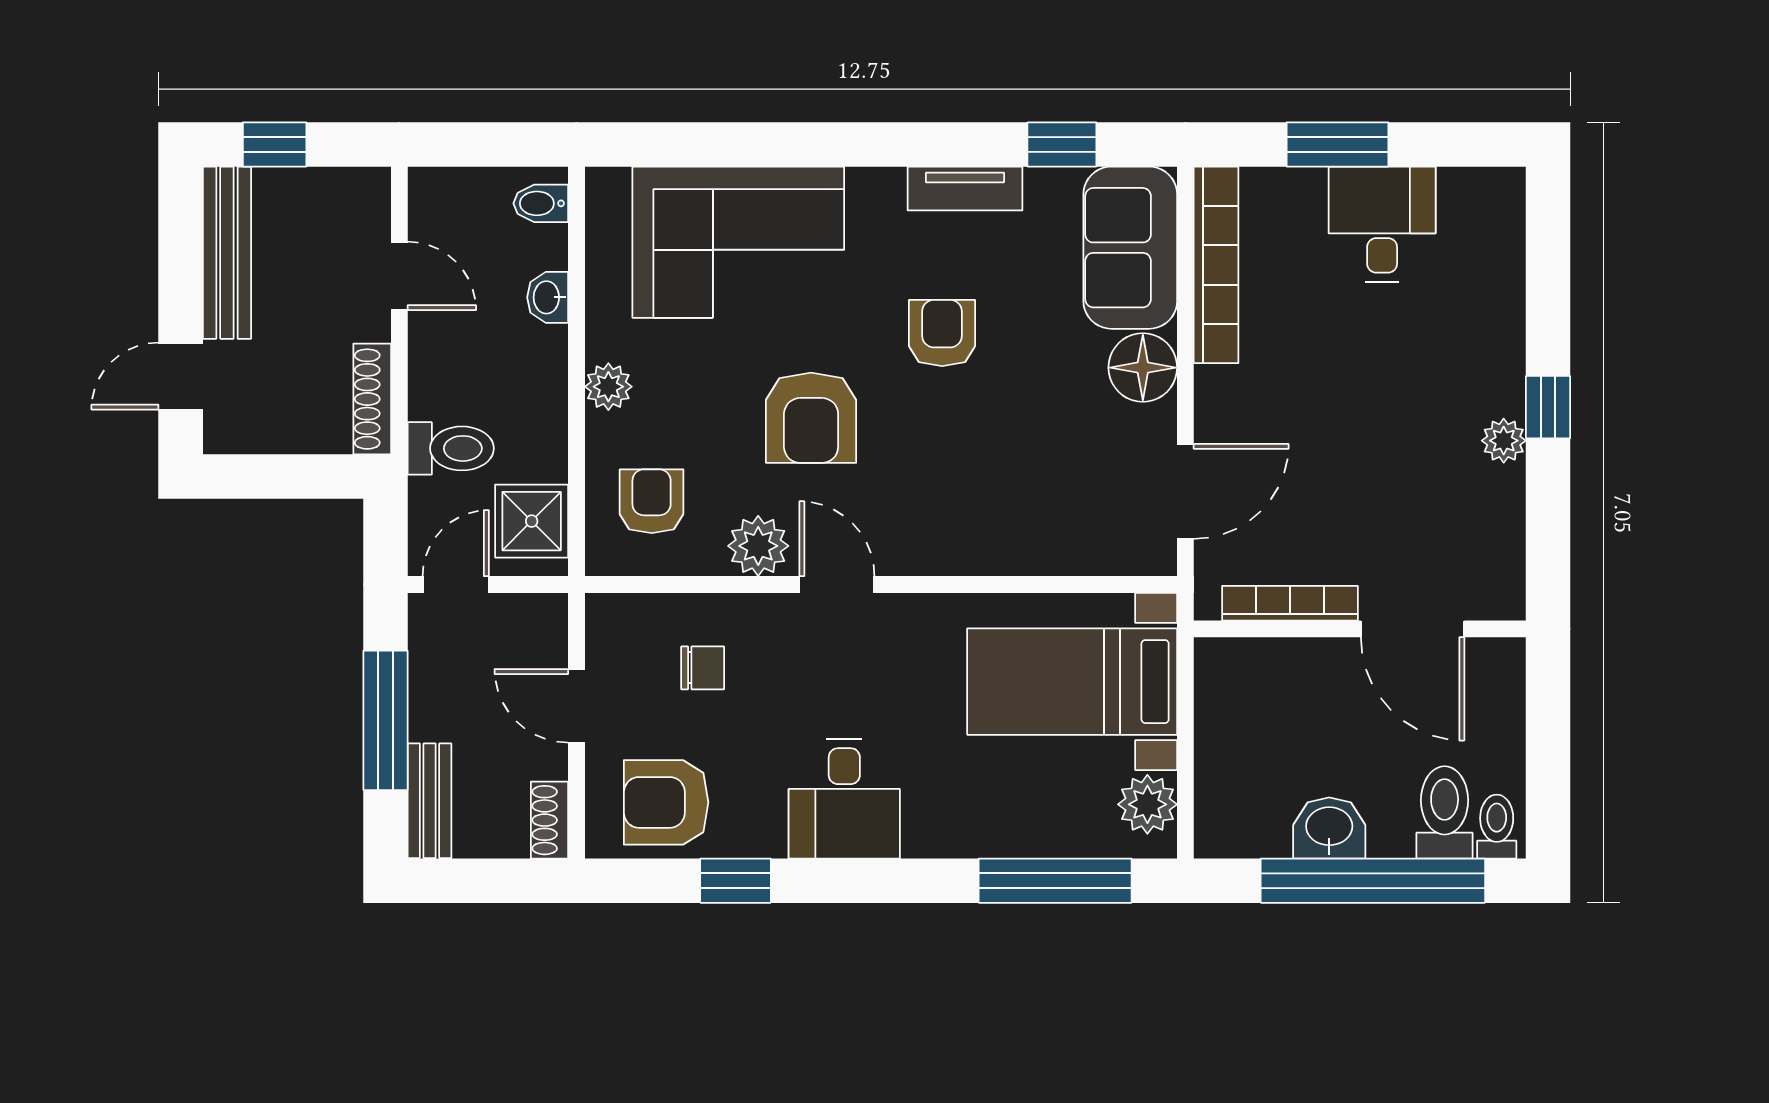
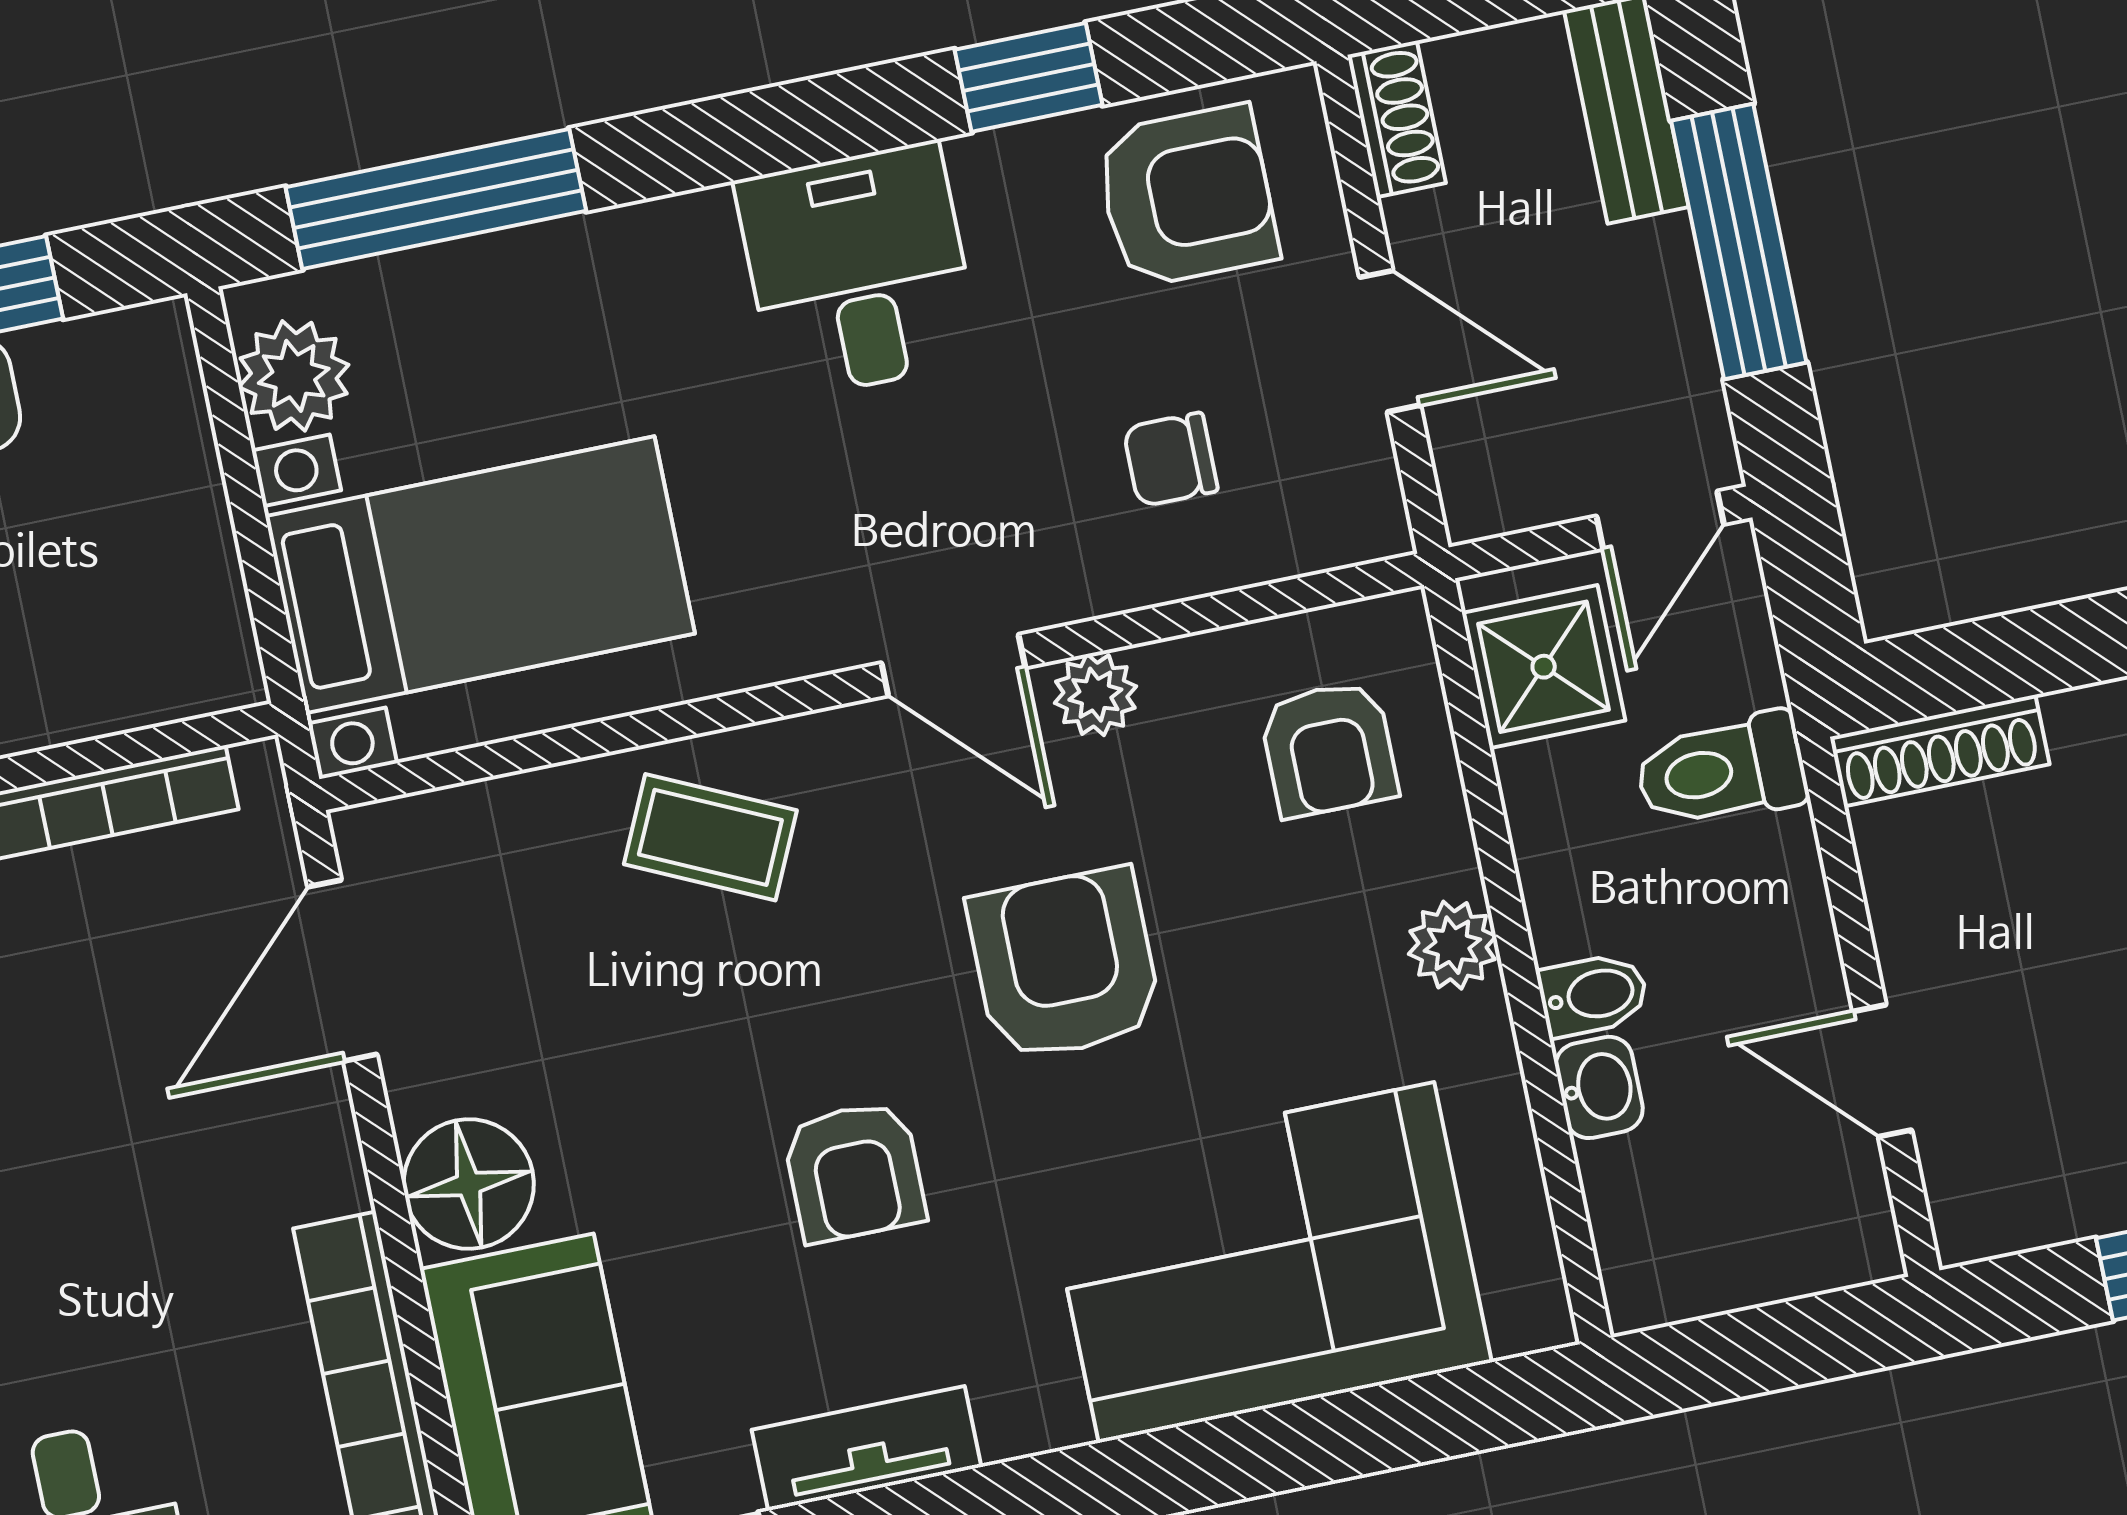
bidet: (541, 203) -> (1593, 995), moved
shoe rack: (372, 399) -> (1940, 751), moved, turned 90
coffee table: (981, 521) -> (710, 837), added
plant: (758, 546) -> (1095, 695), width x0.73, depth x0.73

